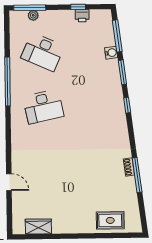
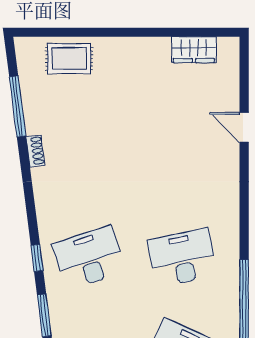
desk: (97, 106) -> (89, 258), added
window: (137, 175) -> (18, 106), moved

